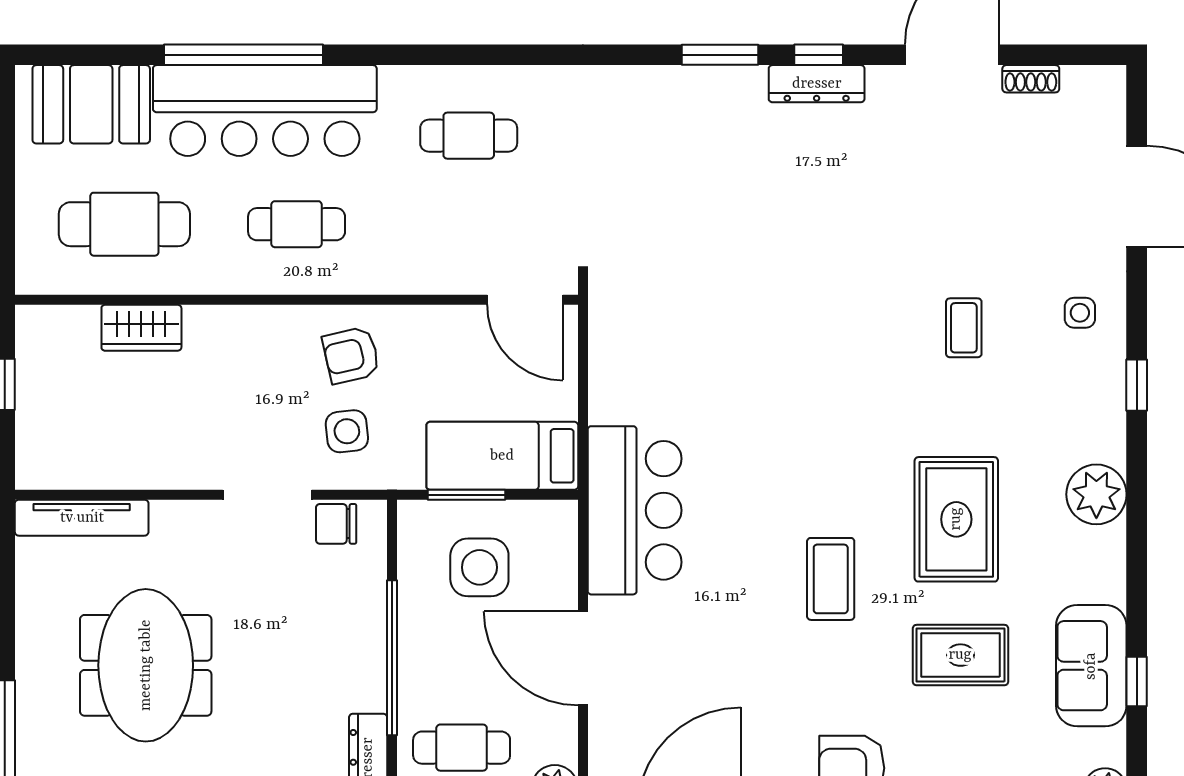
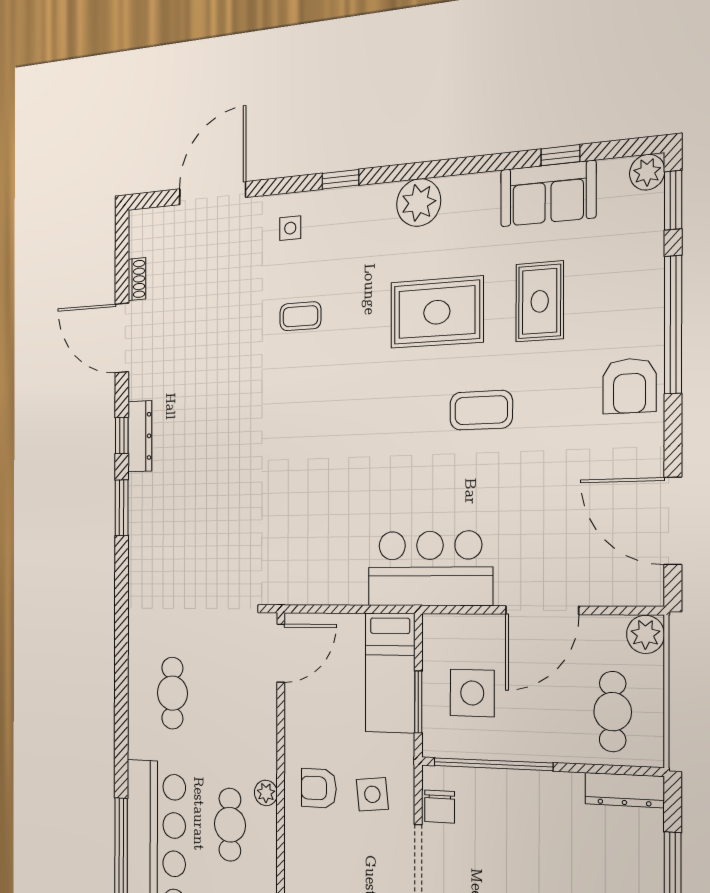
plant: (341, 278) -> (266, 793), added
armchair: (351, 355) -> (319, 788), turned 103
window: (392, 658) -> (493, 764), moved

